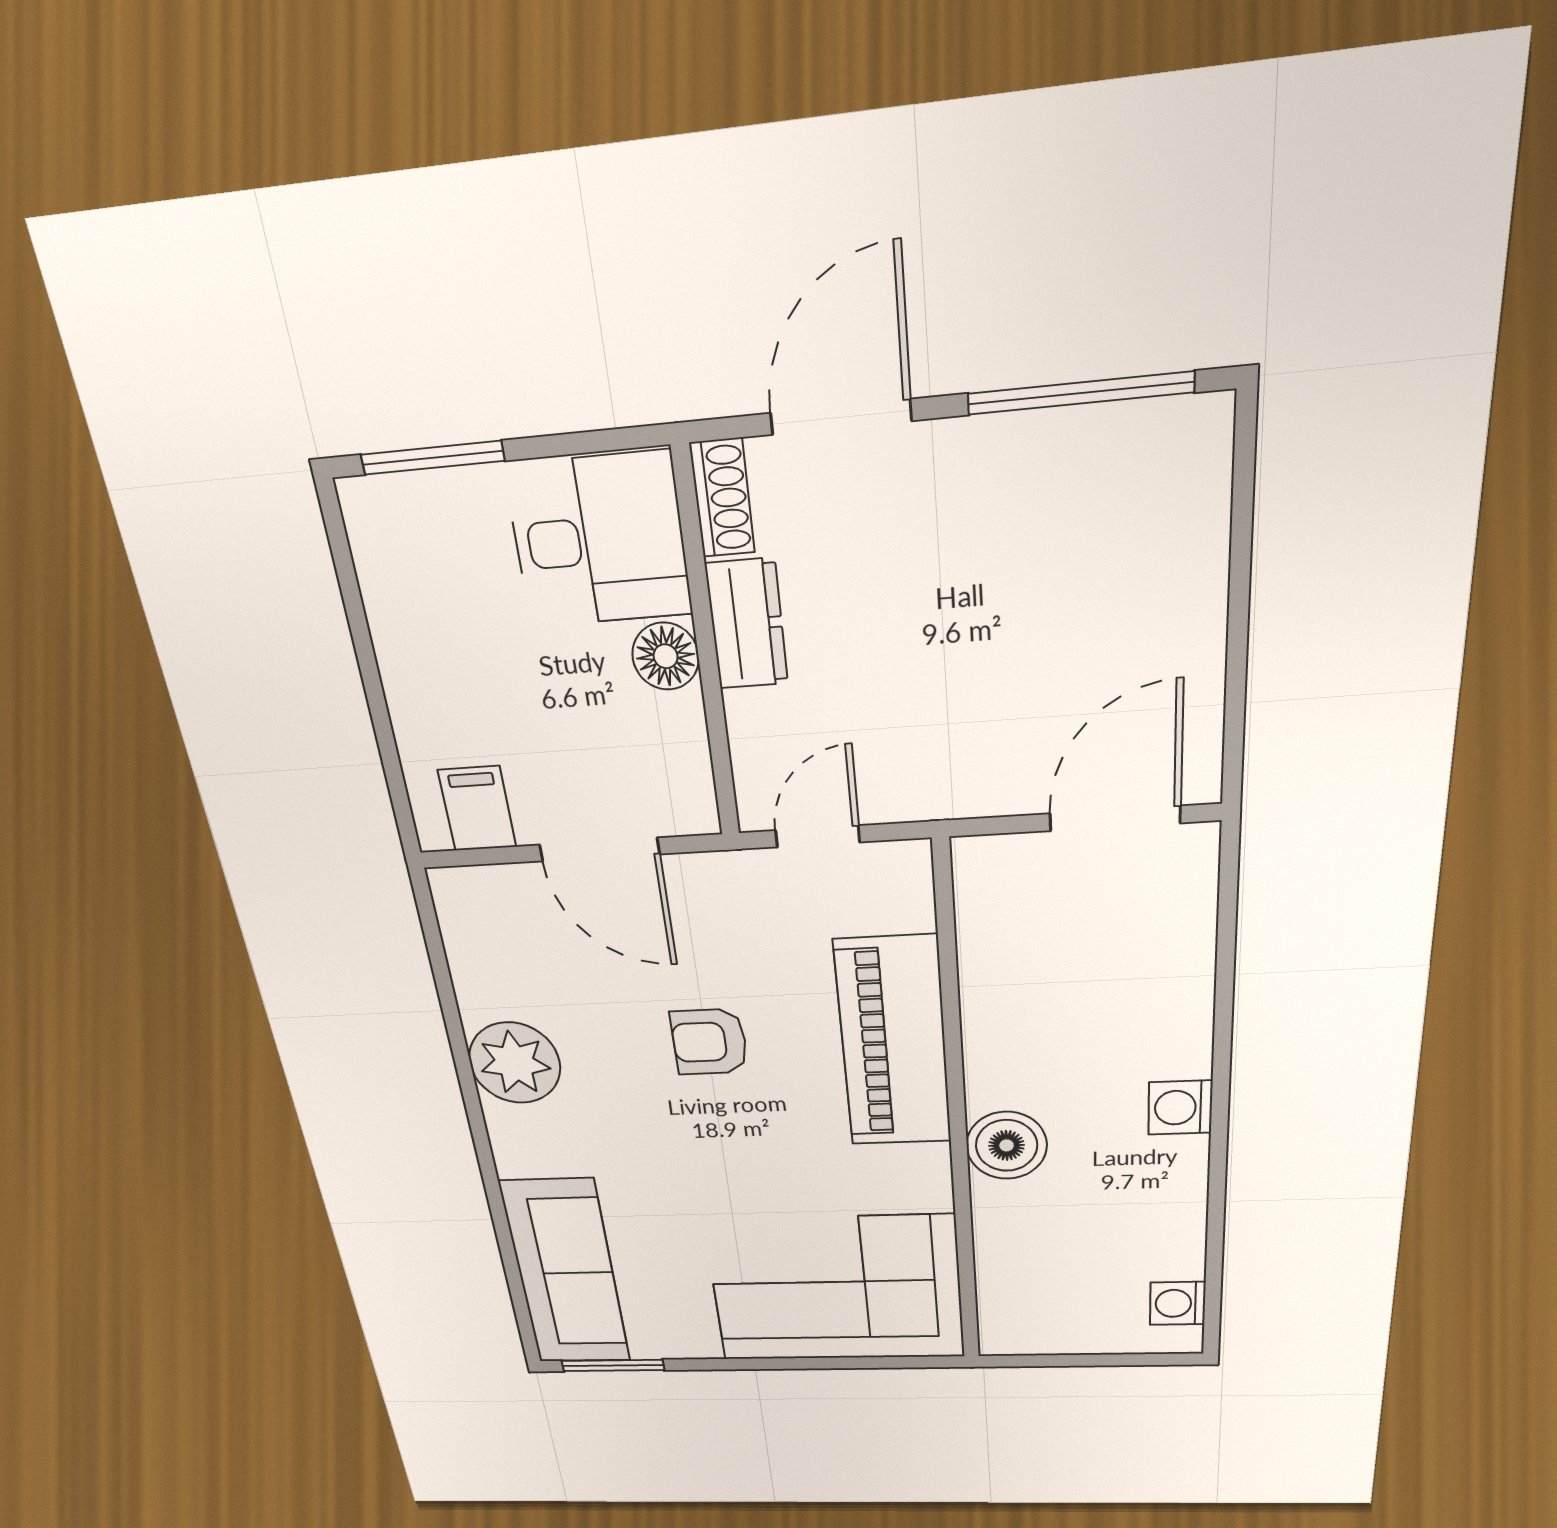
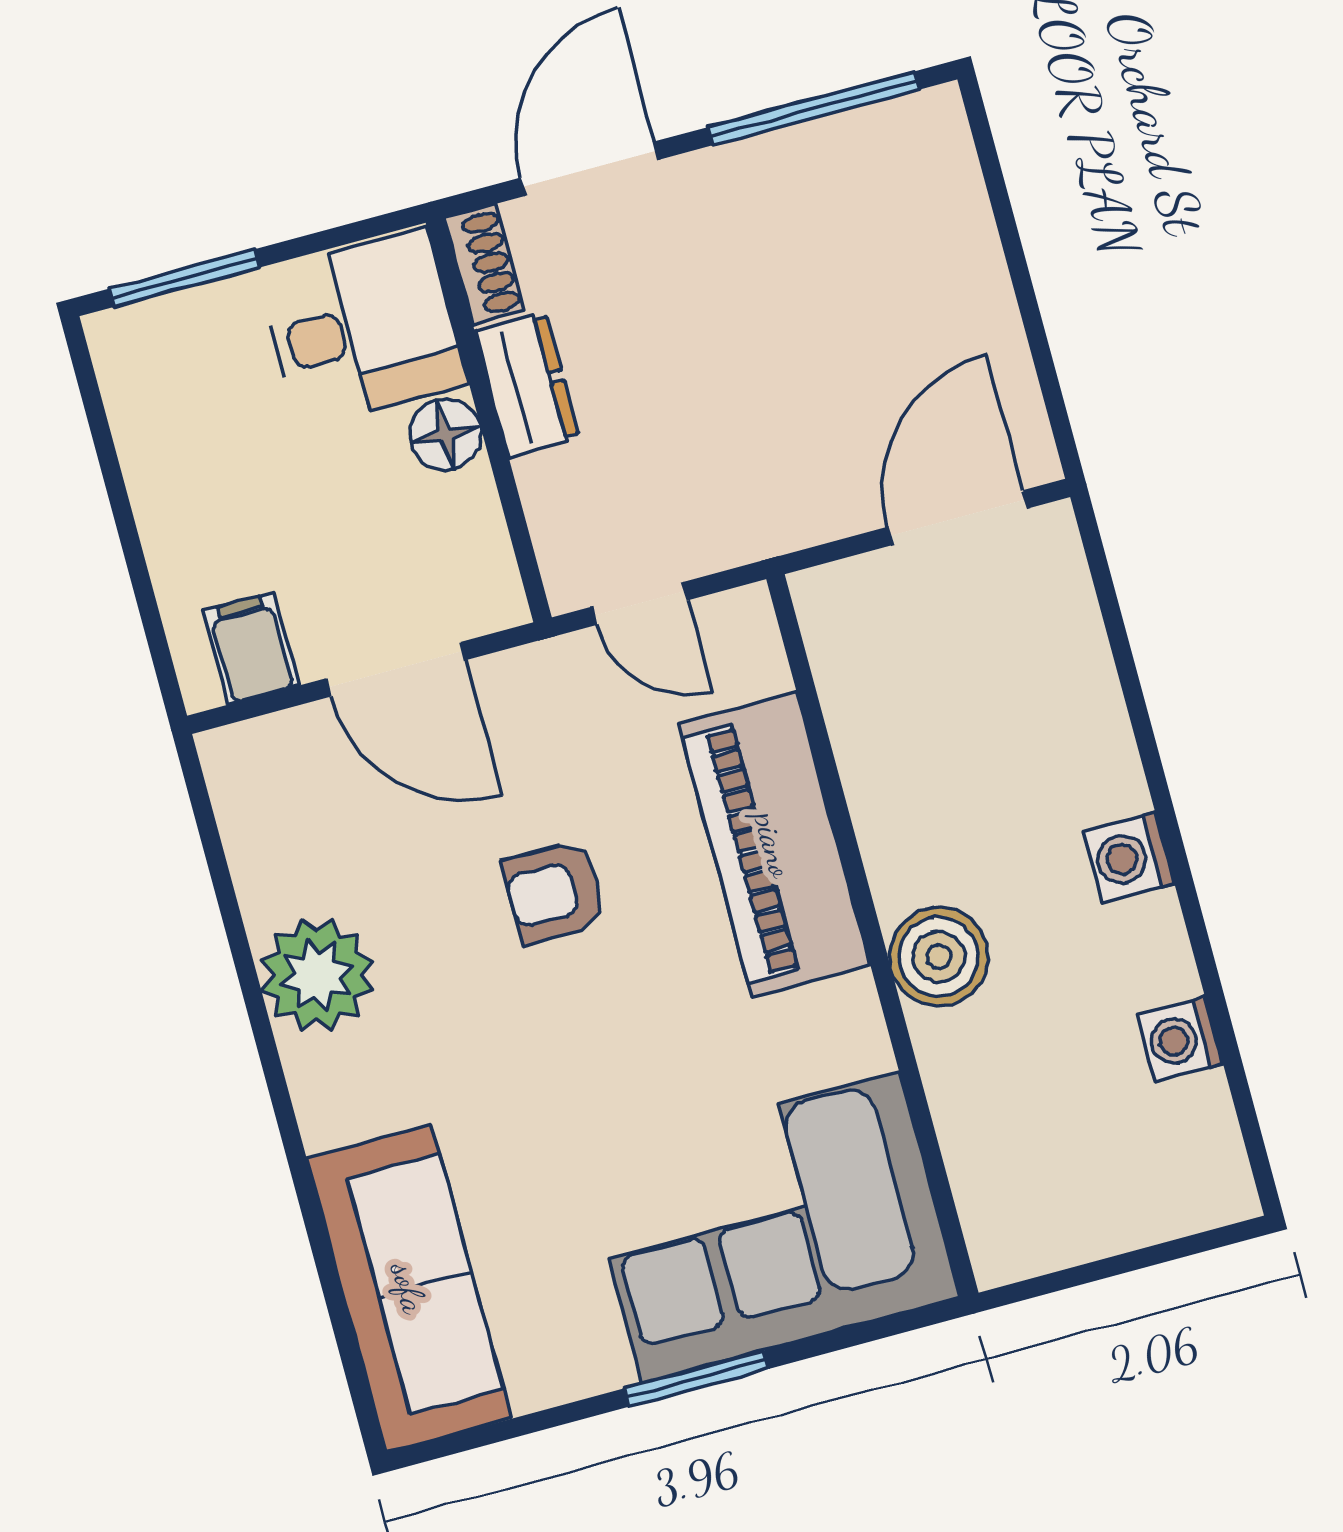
door: (818, 836) -> (640, 603), swing flipped
washing machine: (1178, 1303) -> (1180, 1039), moved
window: (613, 1365) -> (697, 1379), moved

